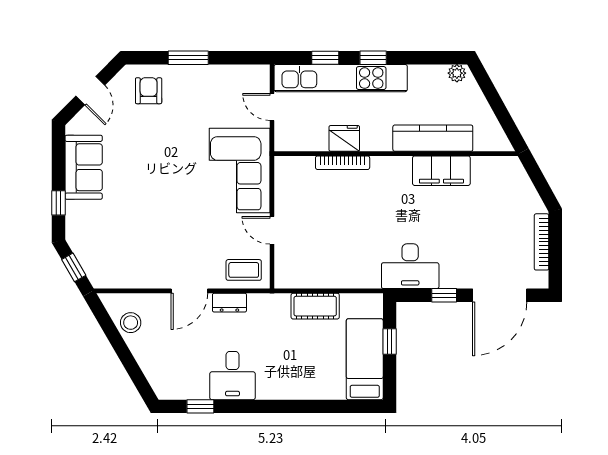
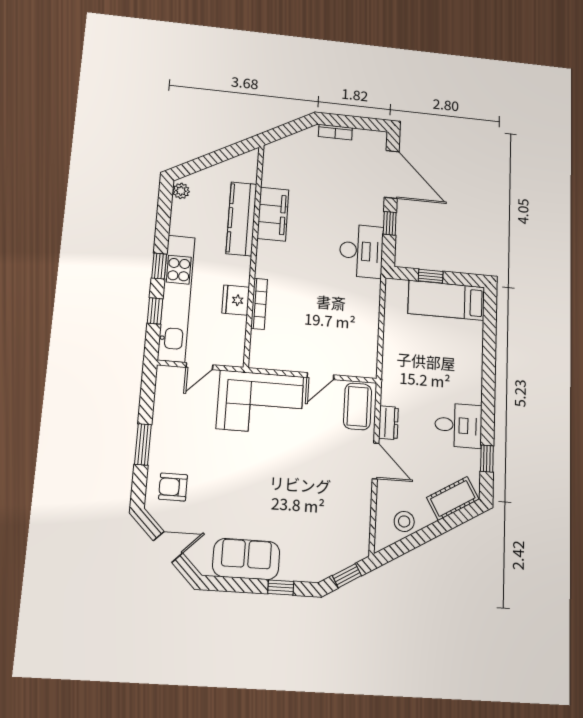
bookcase: (542, 242) -> (335, 132), width x0.64
coffee table: (244, 270) -> (358, 406), width x1.36, depth x1.30
cot: (315, 306) -> (453, 498), moved, turned 60

